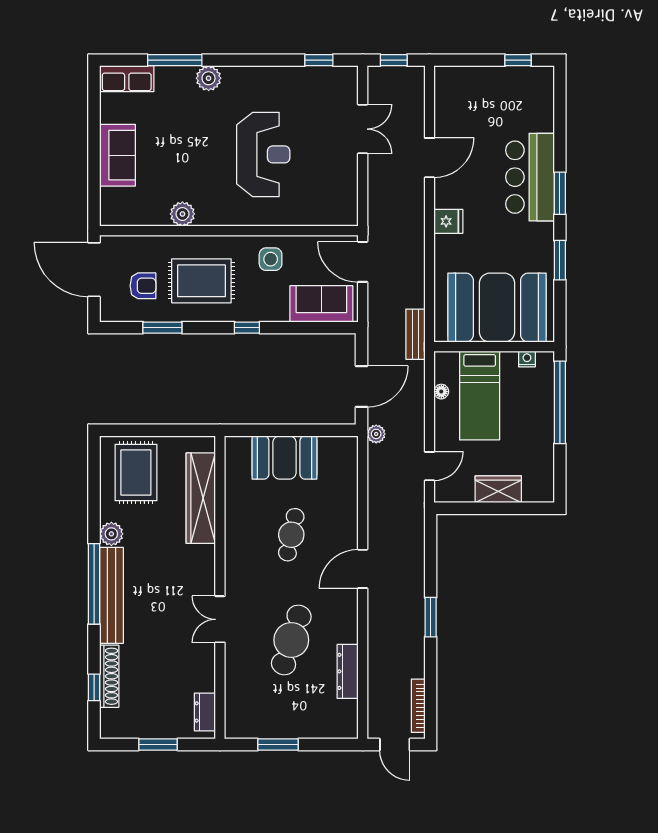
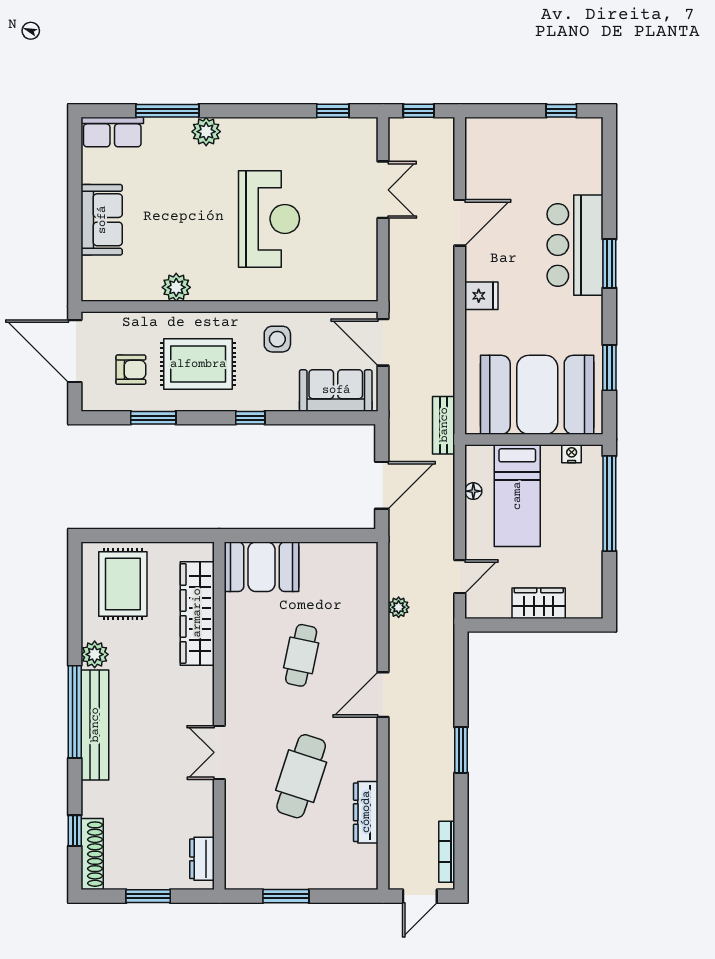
window: (560, 260) -> (609, 368), moved
plant: (376, 434) -> (399, 607), moved
booth: (284, 457) -> (262, 567), moved
shoe rack: (109, 676) -> (92, 854), moved
door: (395, 744) -> (420, 896), hinge flipped

